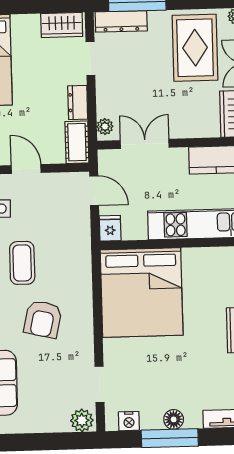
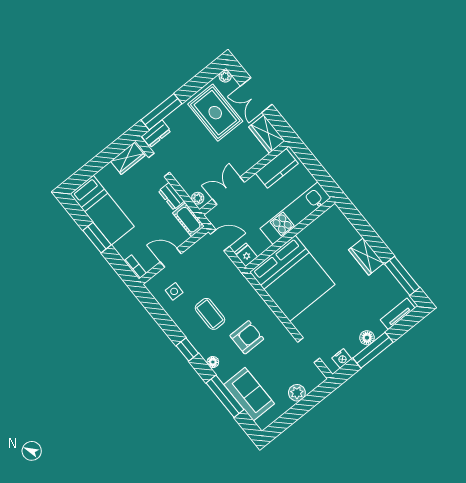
dresser: (121, 21) -> (156, 134), width x0.70
armchair: (43, 319) -> (247, 337), turned -103
plant: (82, 420) -> (297, 393), moved

